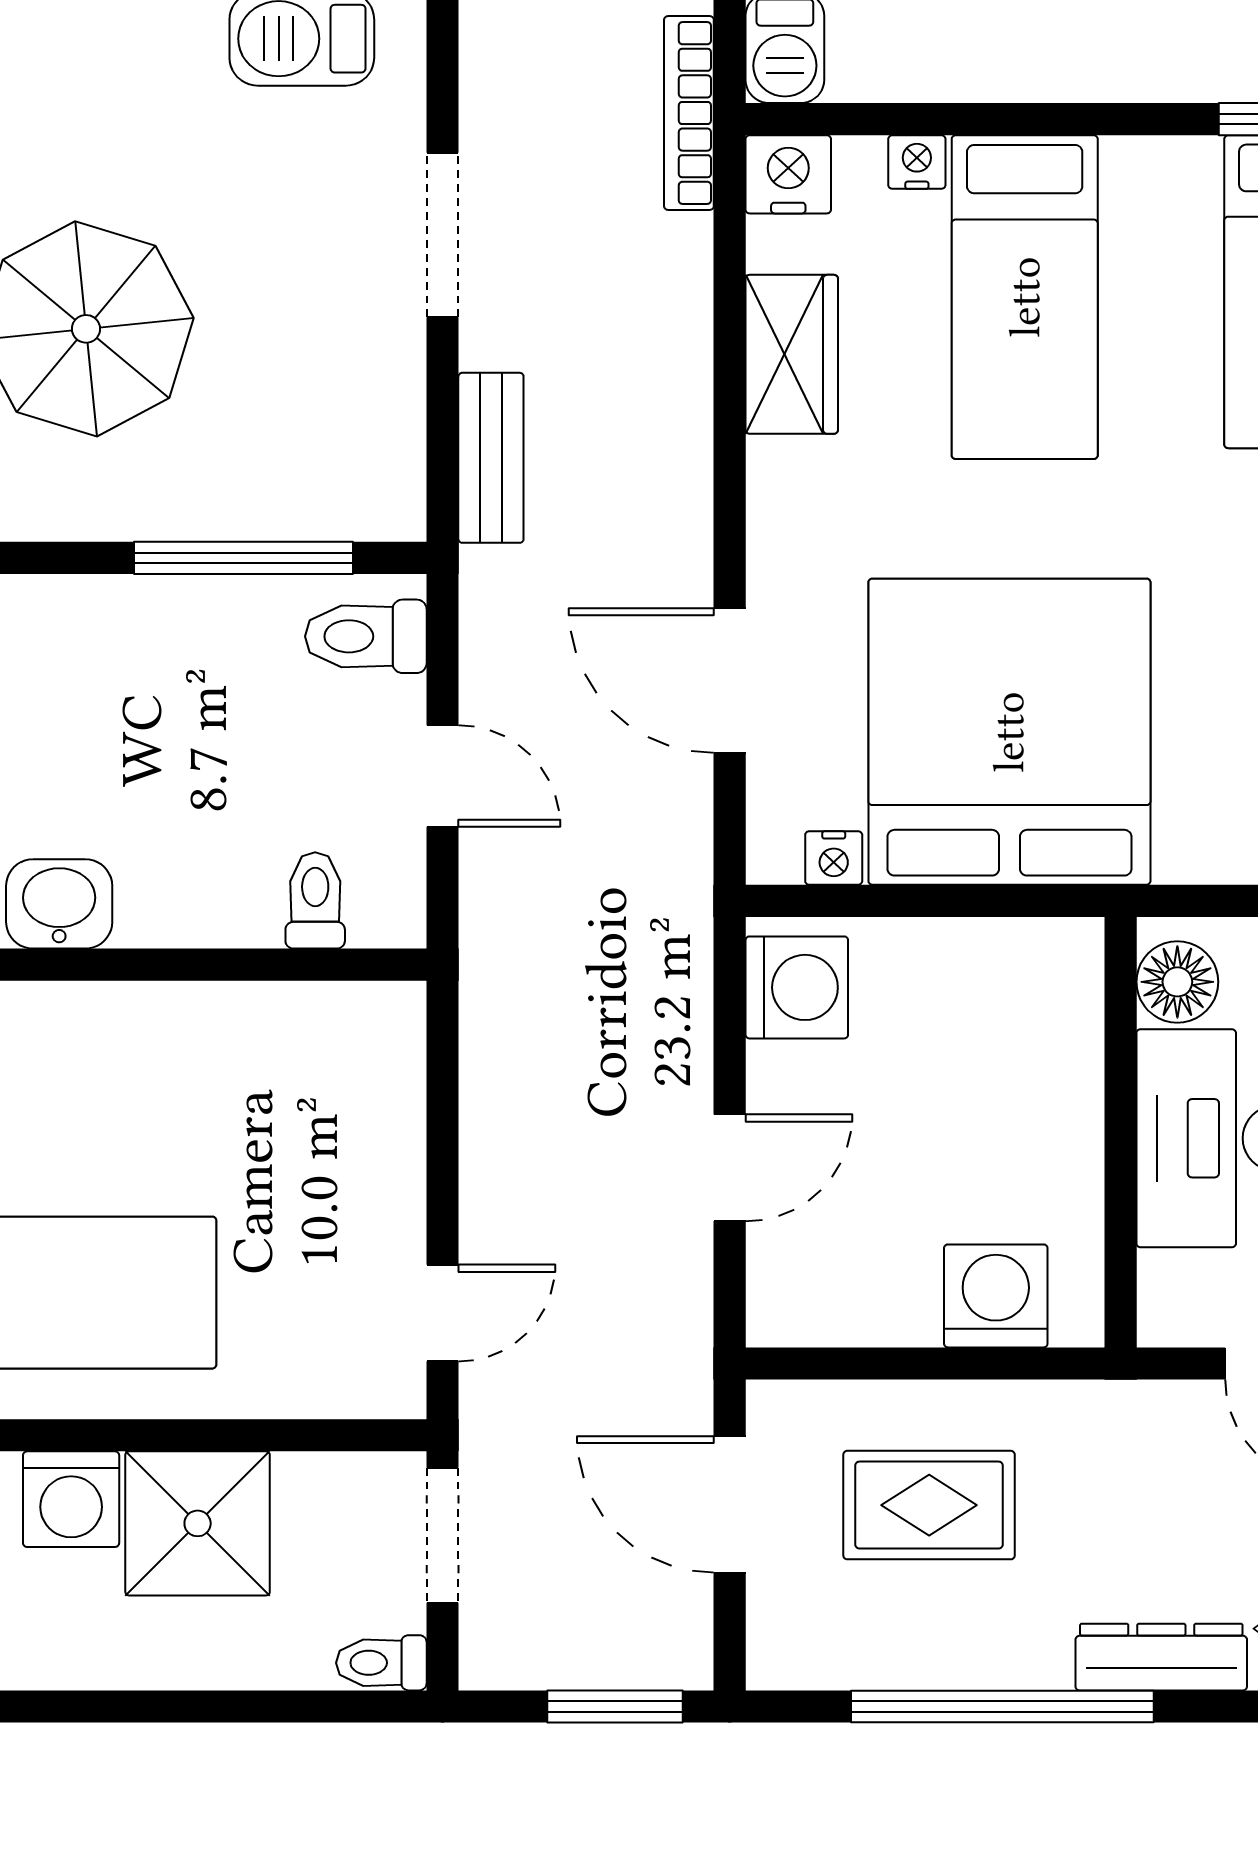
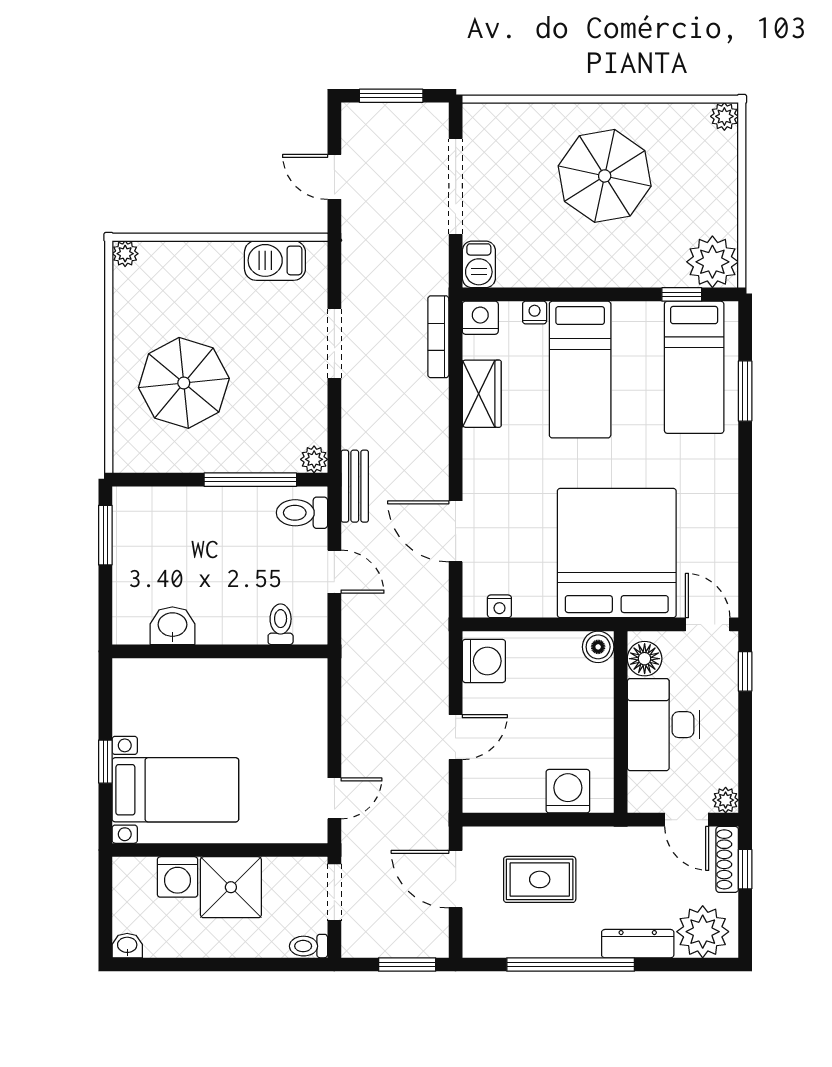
bookcase: (689, 113) -> (438, 337), moved
bench: (491, 458) -> (355, 486), moved
plant: (395, 510) -> (314, 459), added
bed: (1009, 732) -> (617, 553), moved
boiler: (1067, 954) -> (598, 647), added

